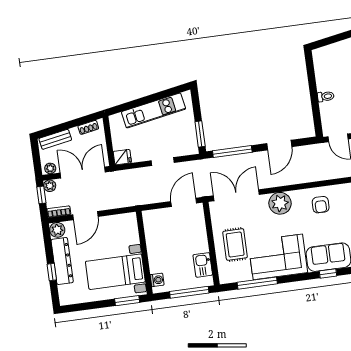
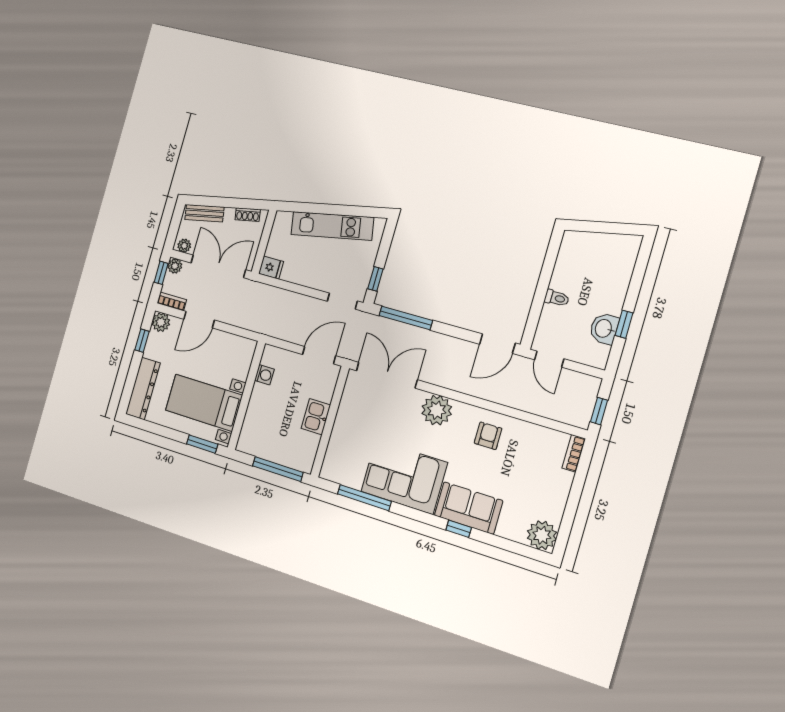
window: (200, 134) -> (375, 279), width x0.67
door: (279, 145) -> (497, 344), moved
doorway: (163, 162) -> (342, 301), moved
armchair: (321, 205) -> (488, 436), turned 180
rug: (235, 244) -> (358, 436), removed
dresser: (62, 261) -> (143, 389), moved
kitchen sink: (203, 265) -> (316, 417), moved
window: (52, 272) -> (142, 341), moved
washing machine: (157, 280) -> (264, 375), moved

